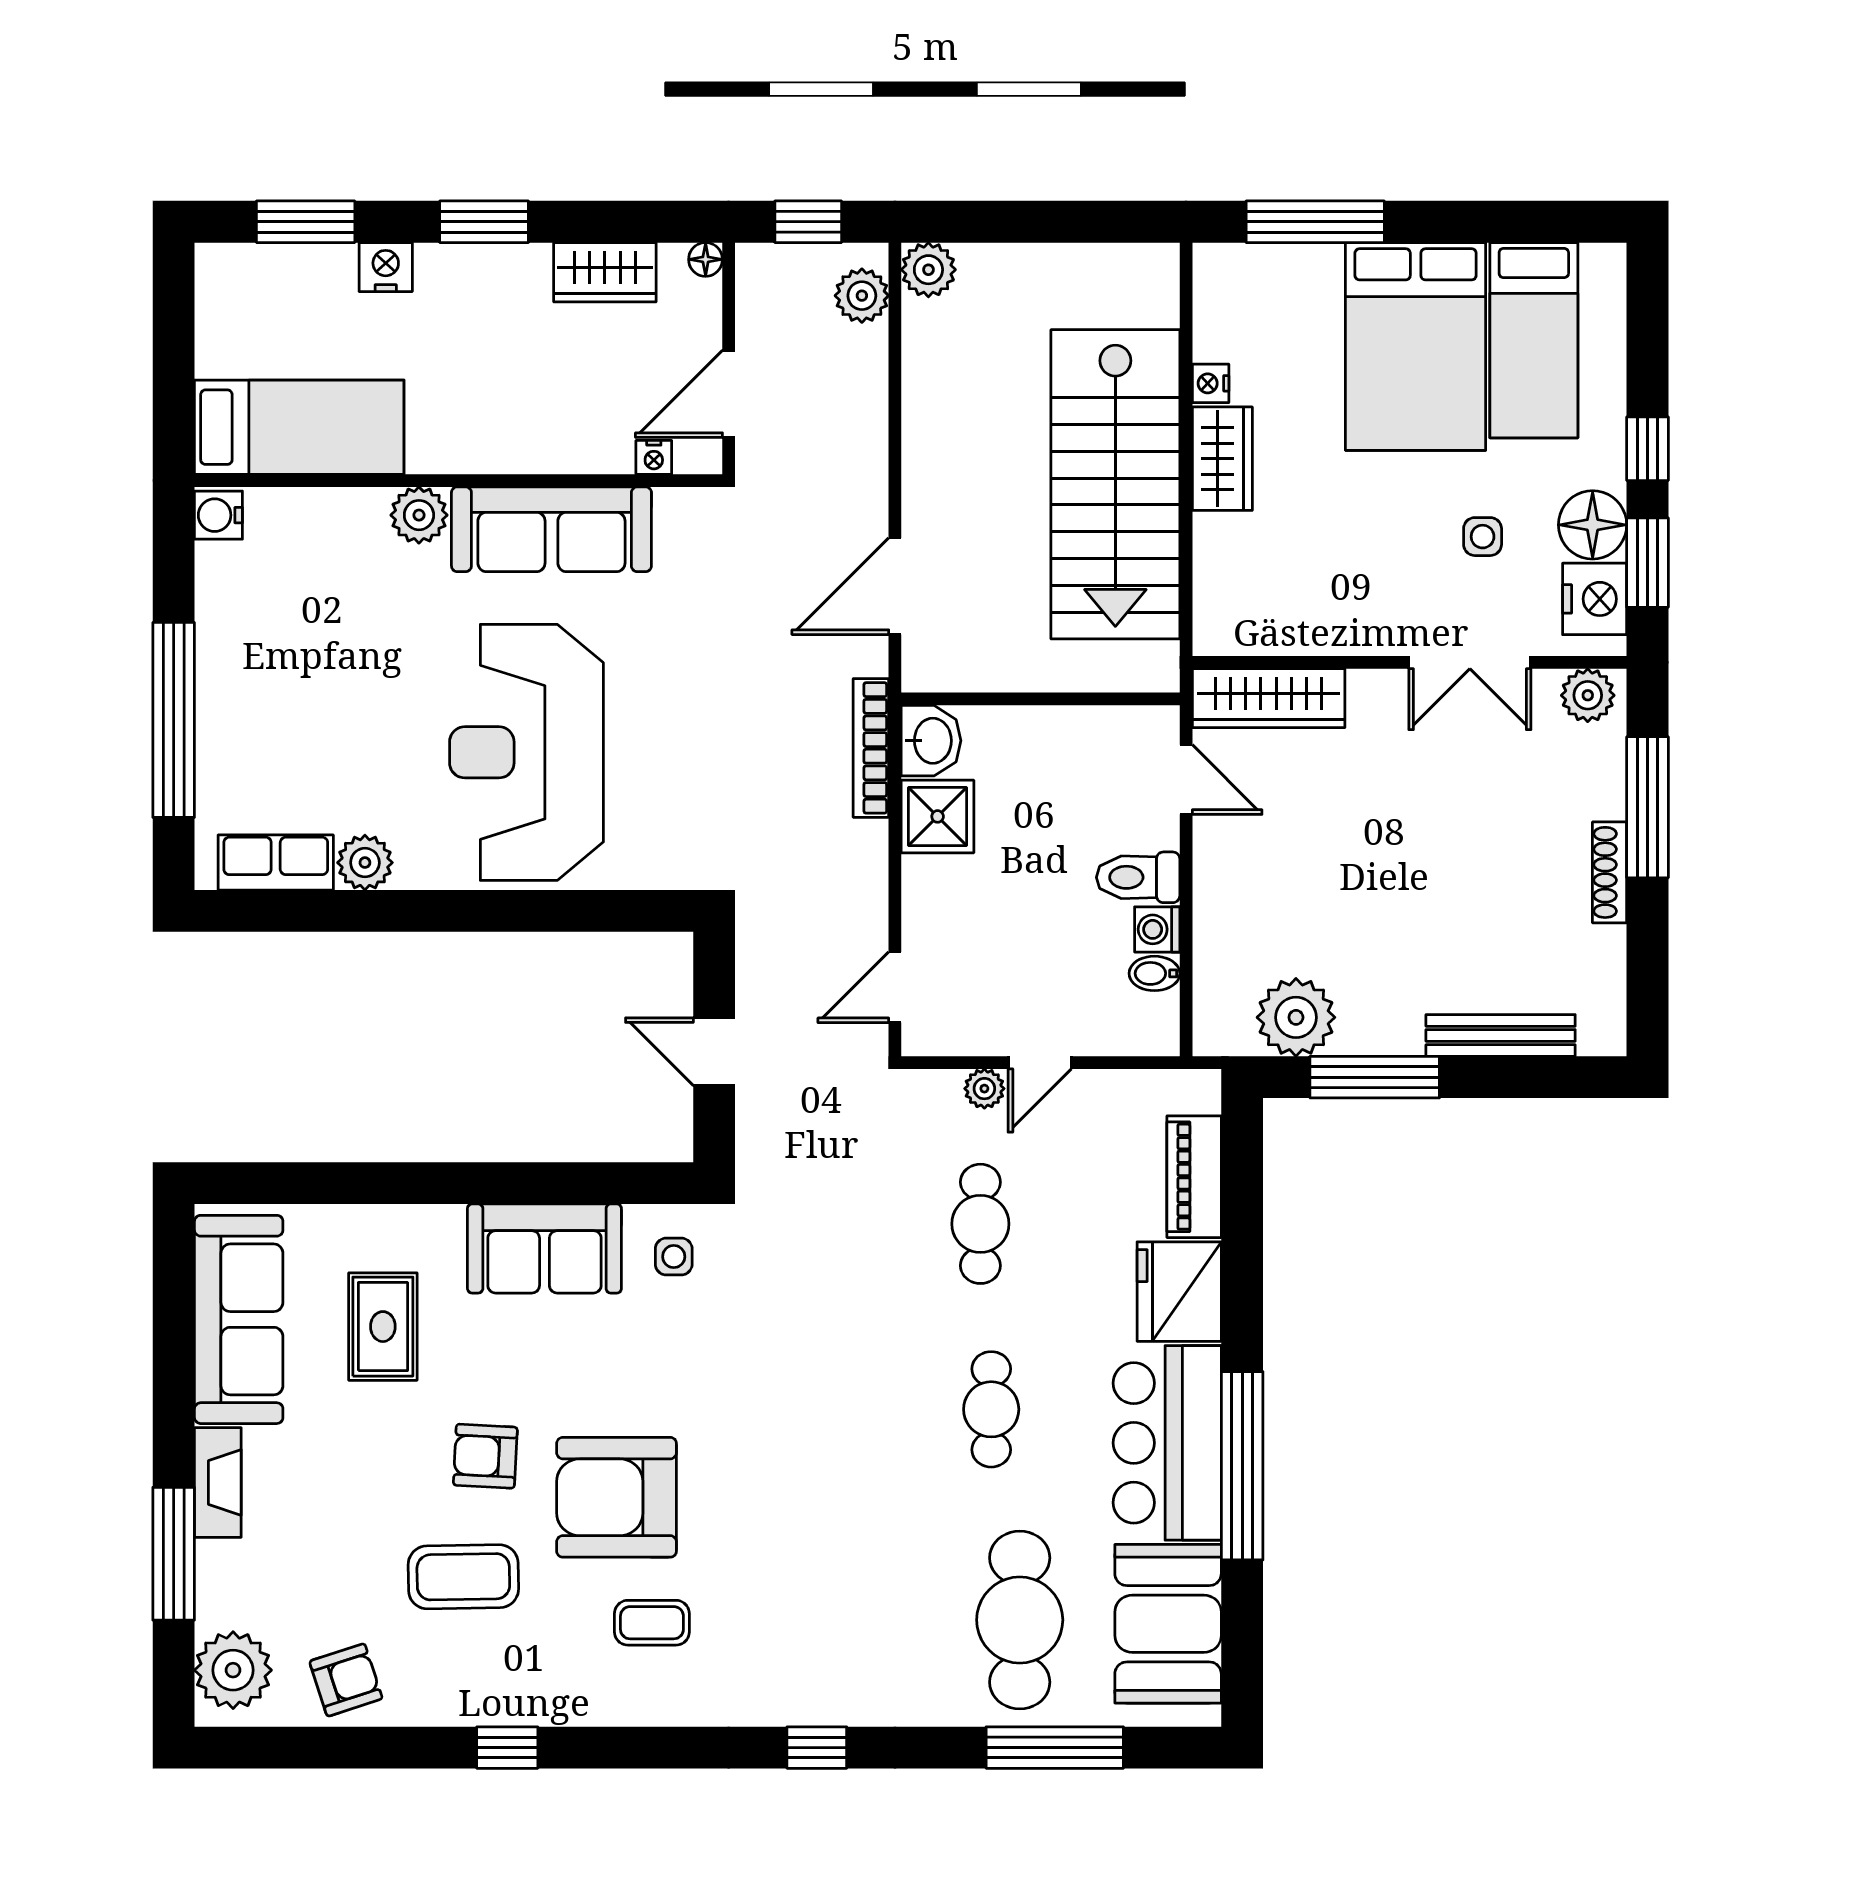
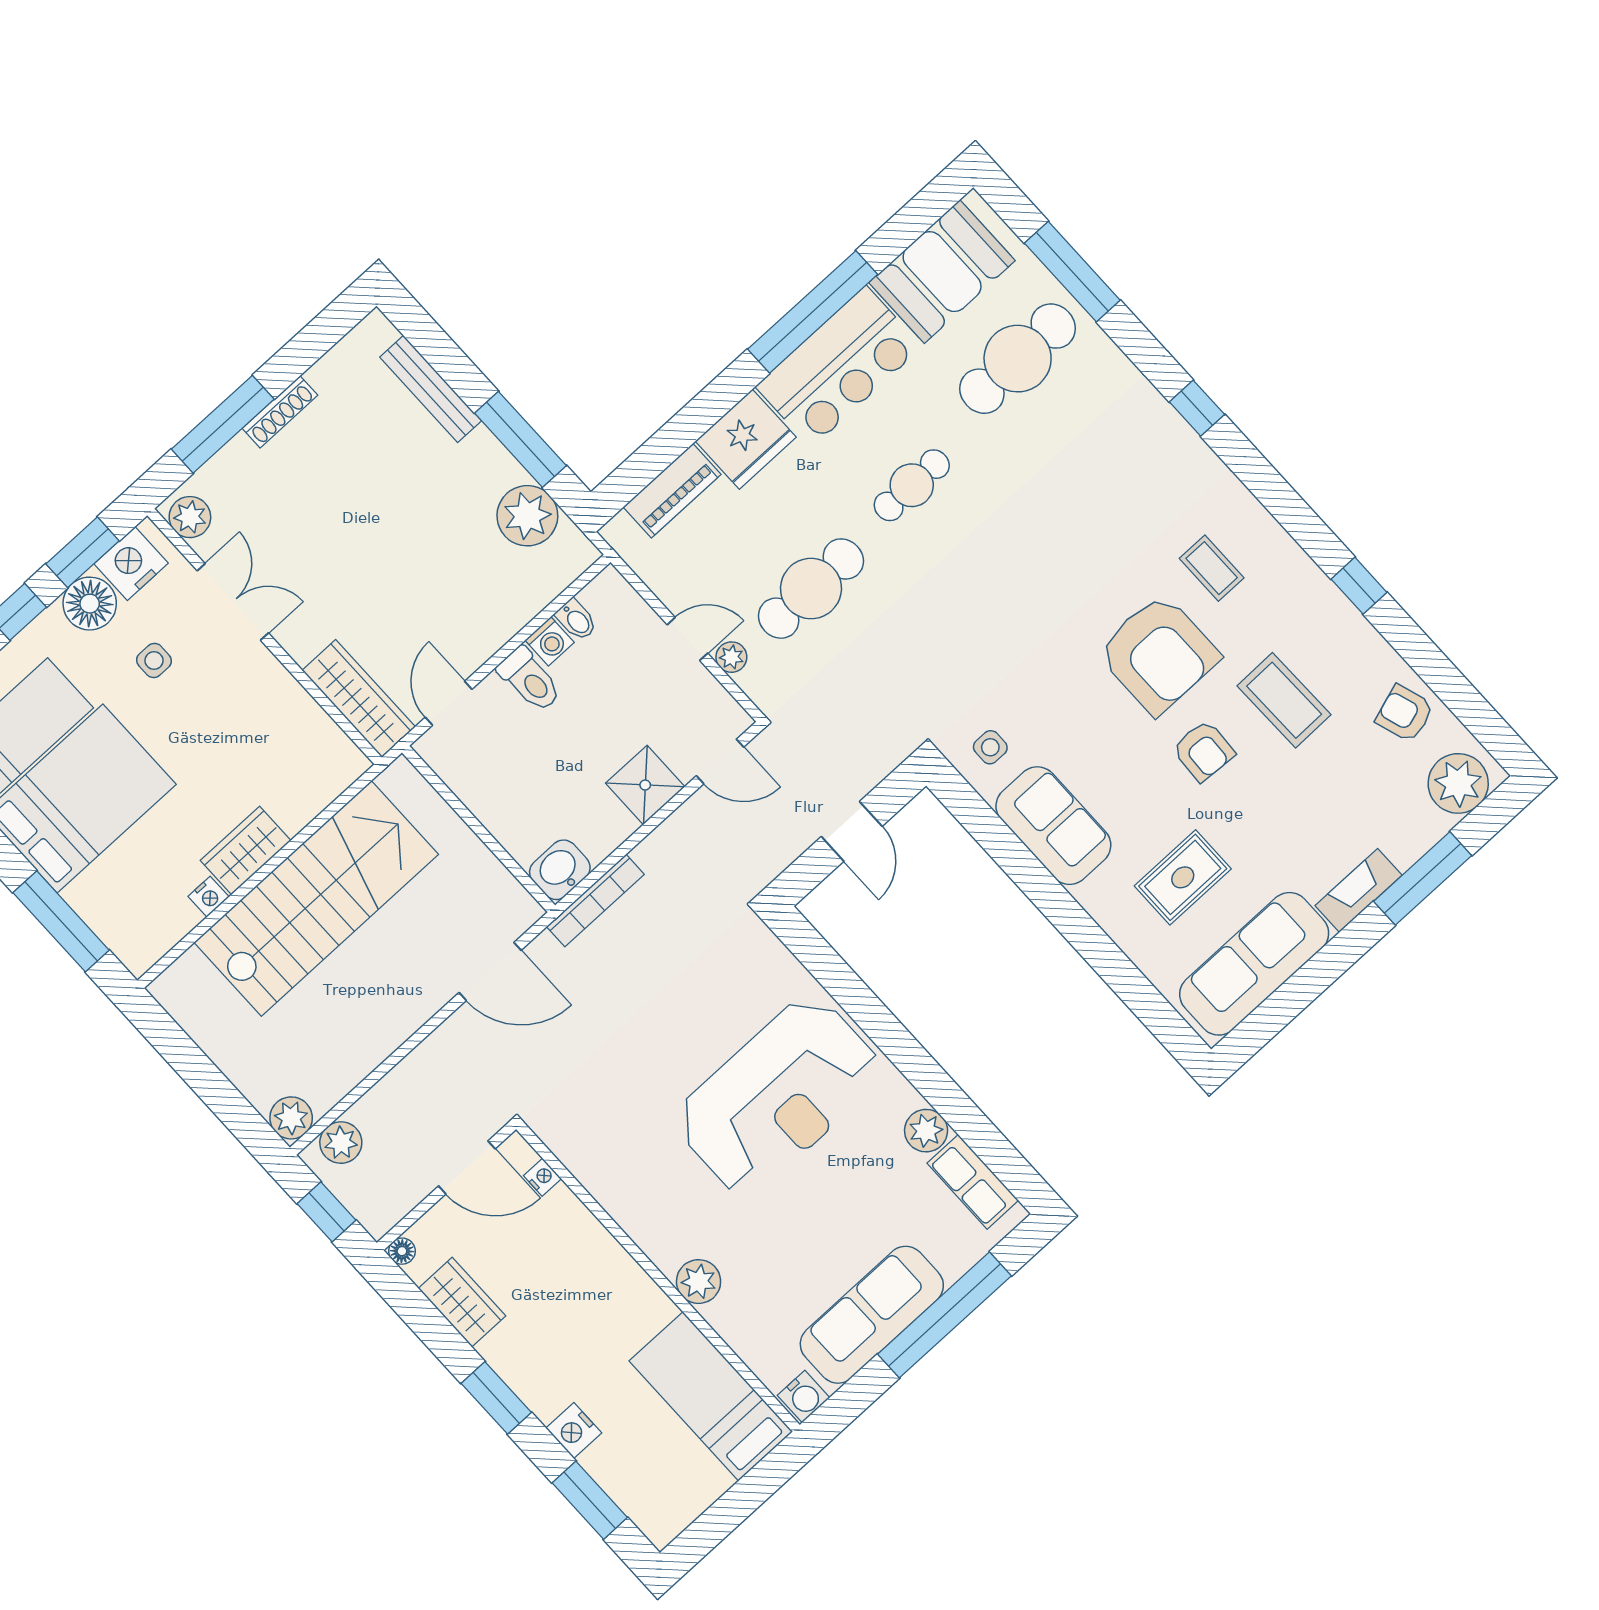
sofa: (551, 529) -> (872, 1315), moved, turned -90
shower: (938, 816) -> (645, 785), moved
cafe table: (980, 1224) -> (811, 589), width x1.37, depth x1.35

